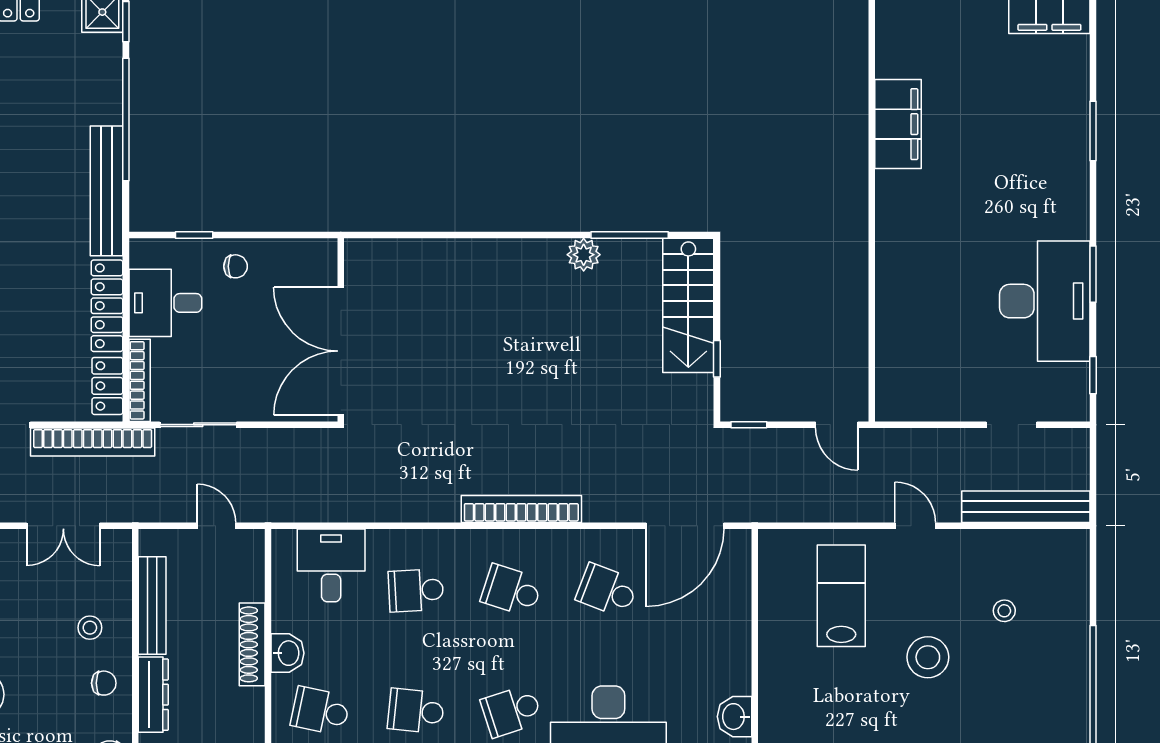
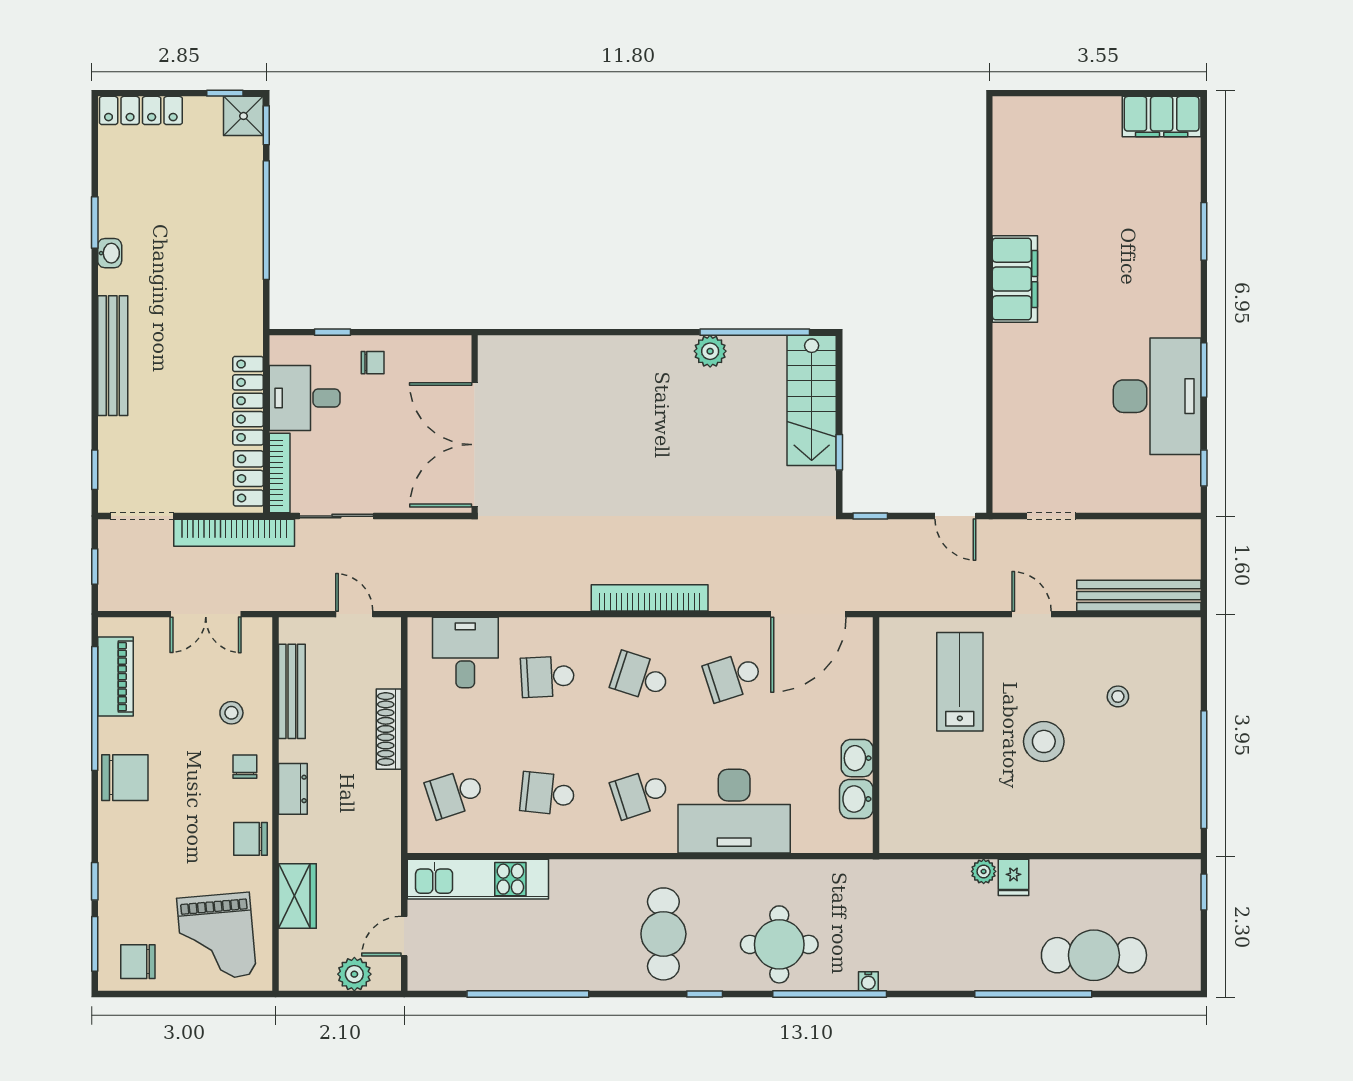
filing cabinet: (898, 124) -> (1015, 279), moved
bench: (107, 191) -> (248, 289), removed
window: (630, 235) -> (755, 332), width x1.46
doorway: (1012, 425) -> (1051, 516), moved
school desk: (607, 590) -> (733, 677), turned -39
washbasin: (288, 653) -> (857, 758), moved, turned 180
chair: (104, 683) -> (245, 767), turned -90
dresser: (153, 695) -> (293, 789), width x0.70
school desk: (320, 711) -> (455, 794), turned -30

